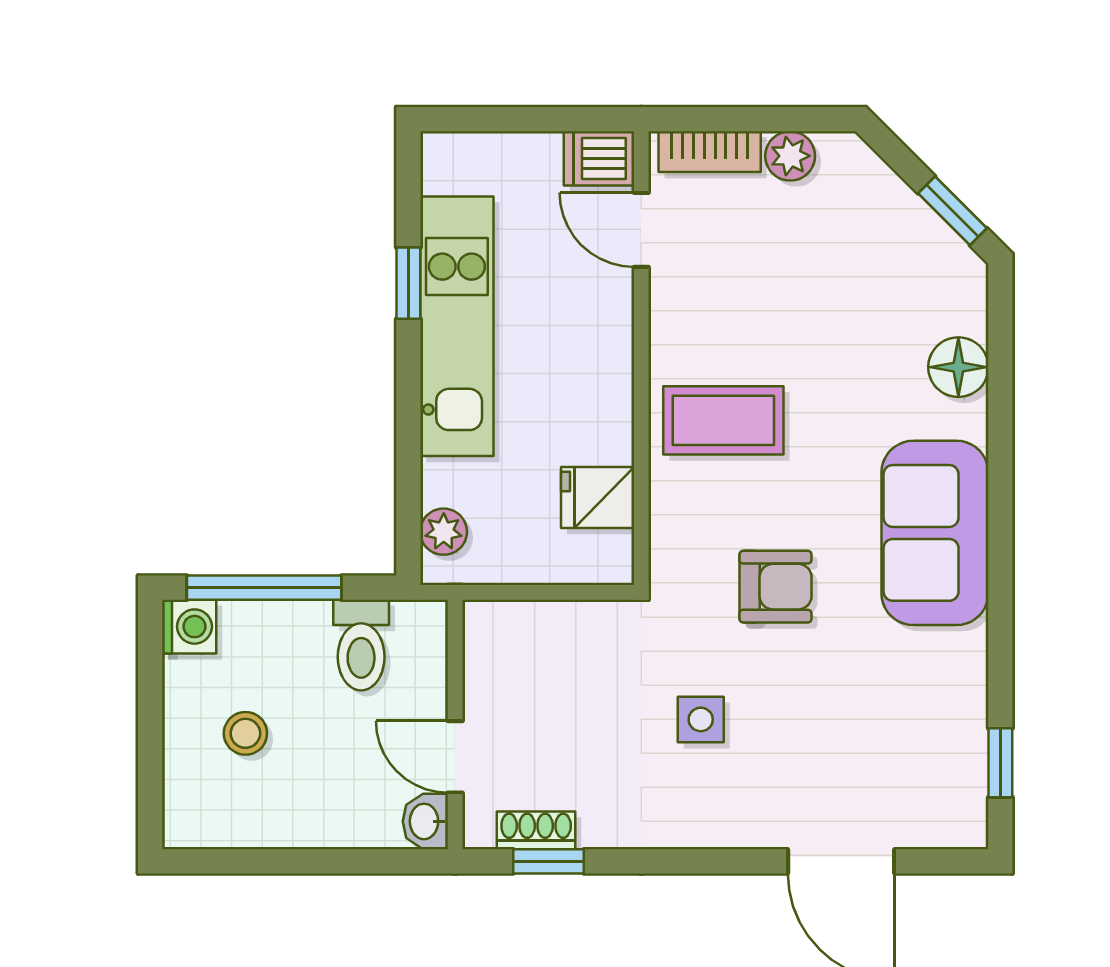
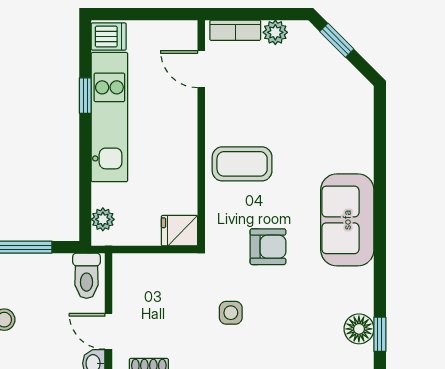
dishwasher: (599, 158) -> (109, 37), moved, turned 180
window: (952, 211) -> (337, 40), moved
floor lamp: (958, 367) -> (359, 329), moved
fridge: (598, 497) -> (179, 231), moved
toilet: (361, 645) -> (87, 276), moved

